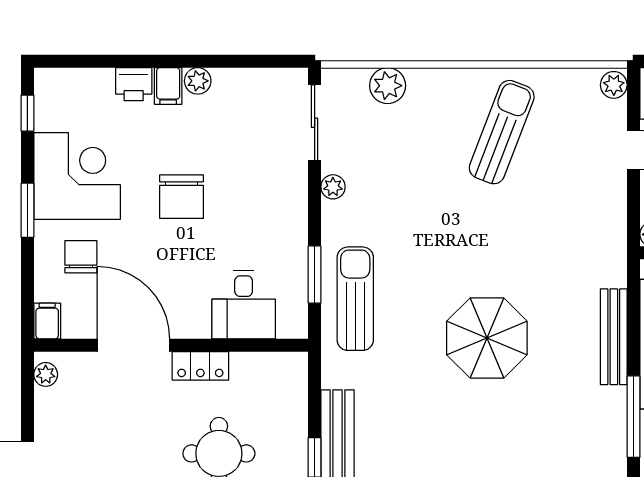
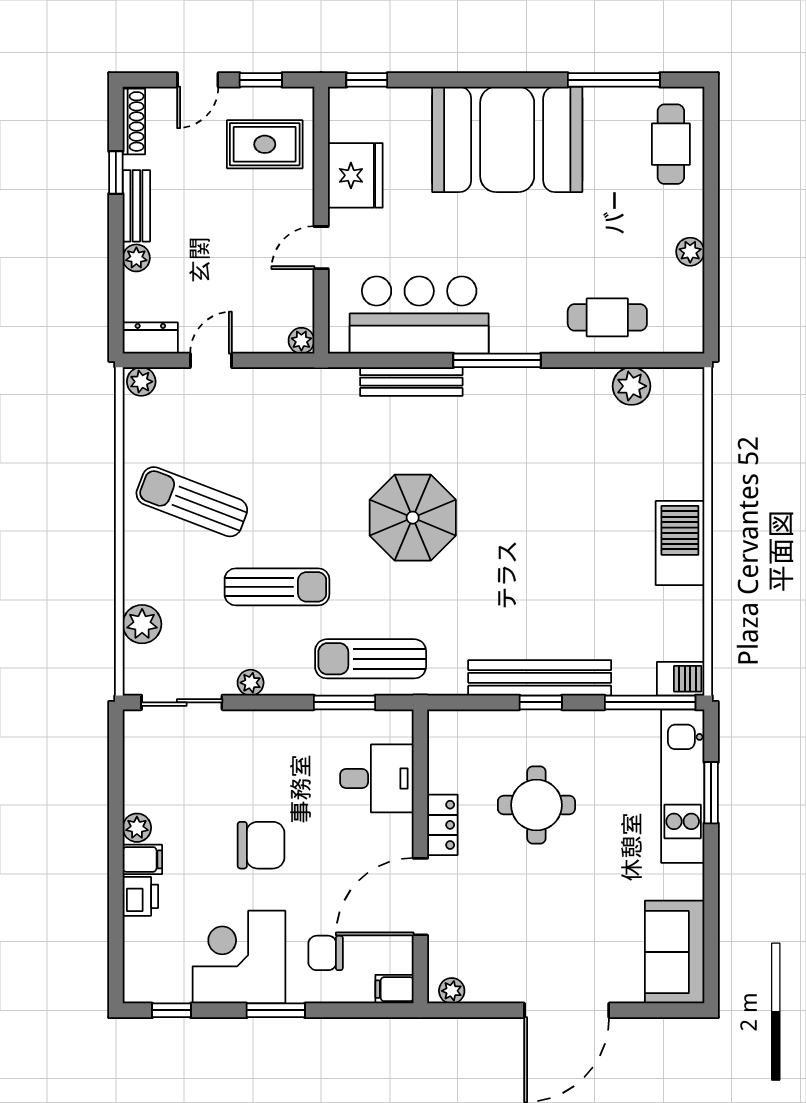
sun lounger: (422, 211) -> (277, 587), added

